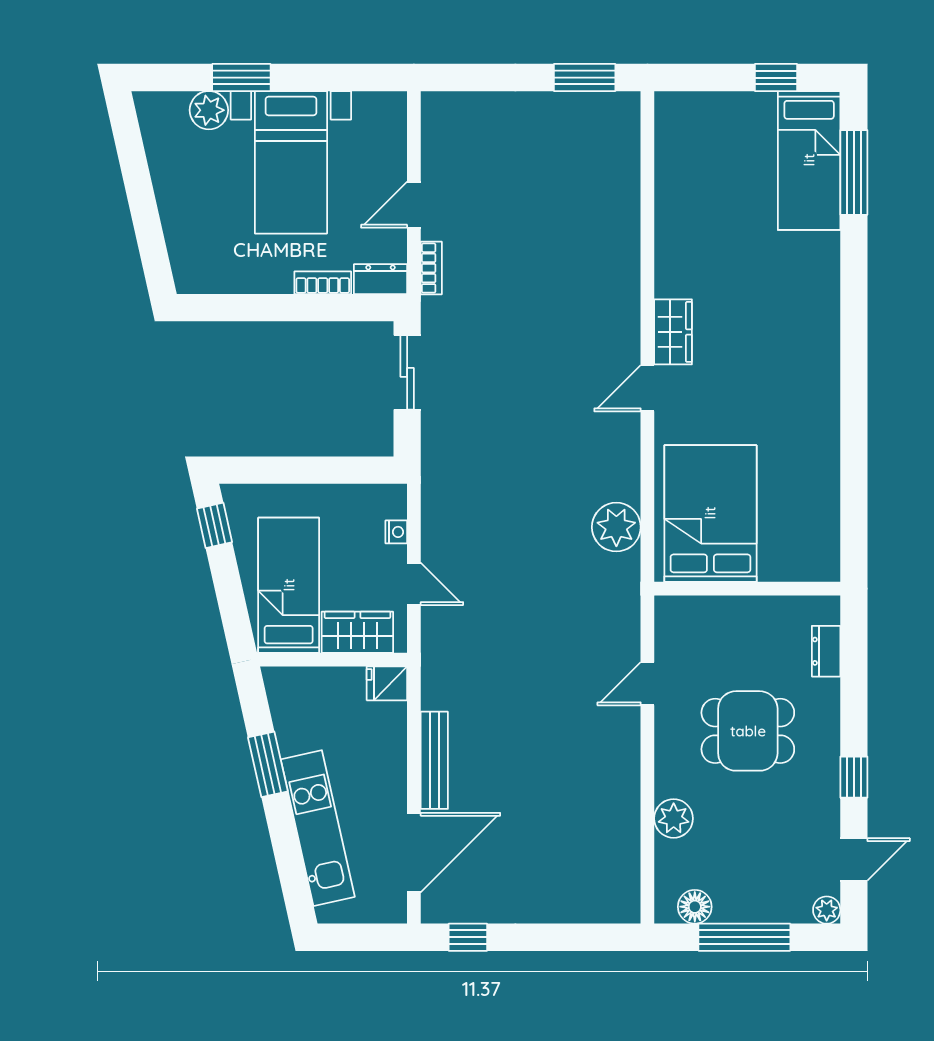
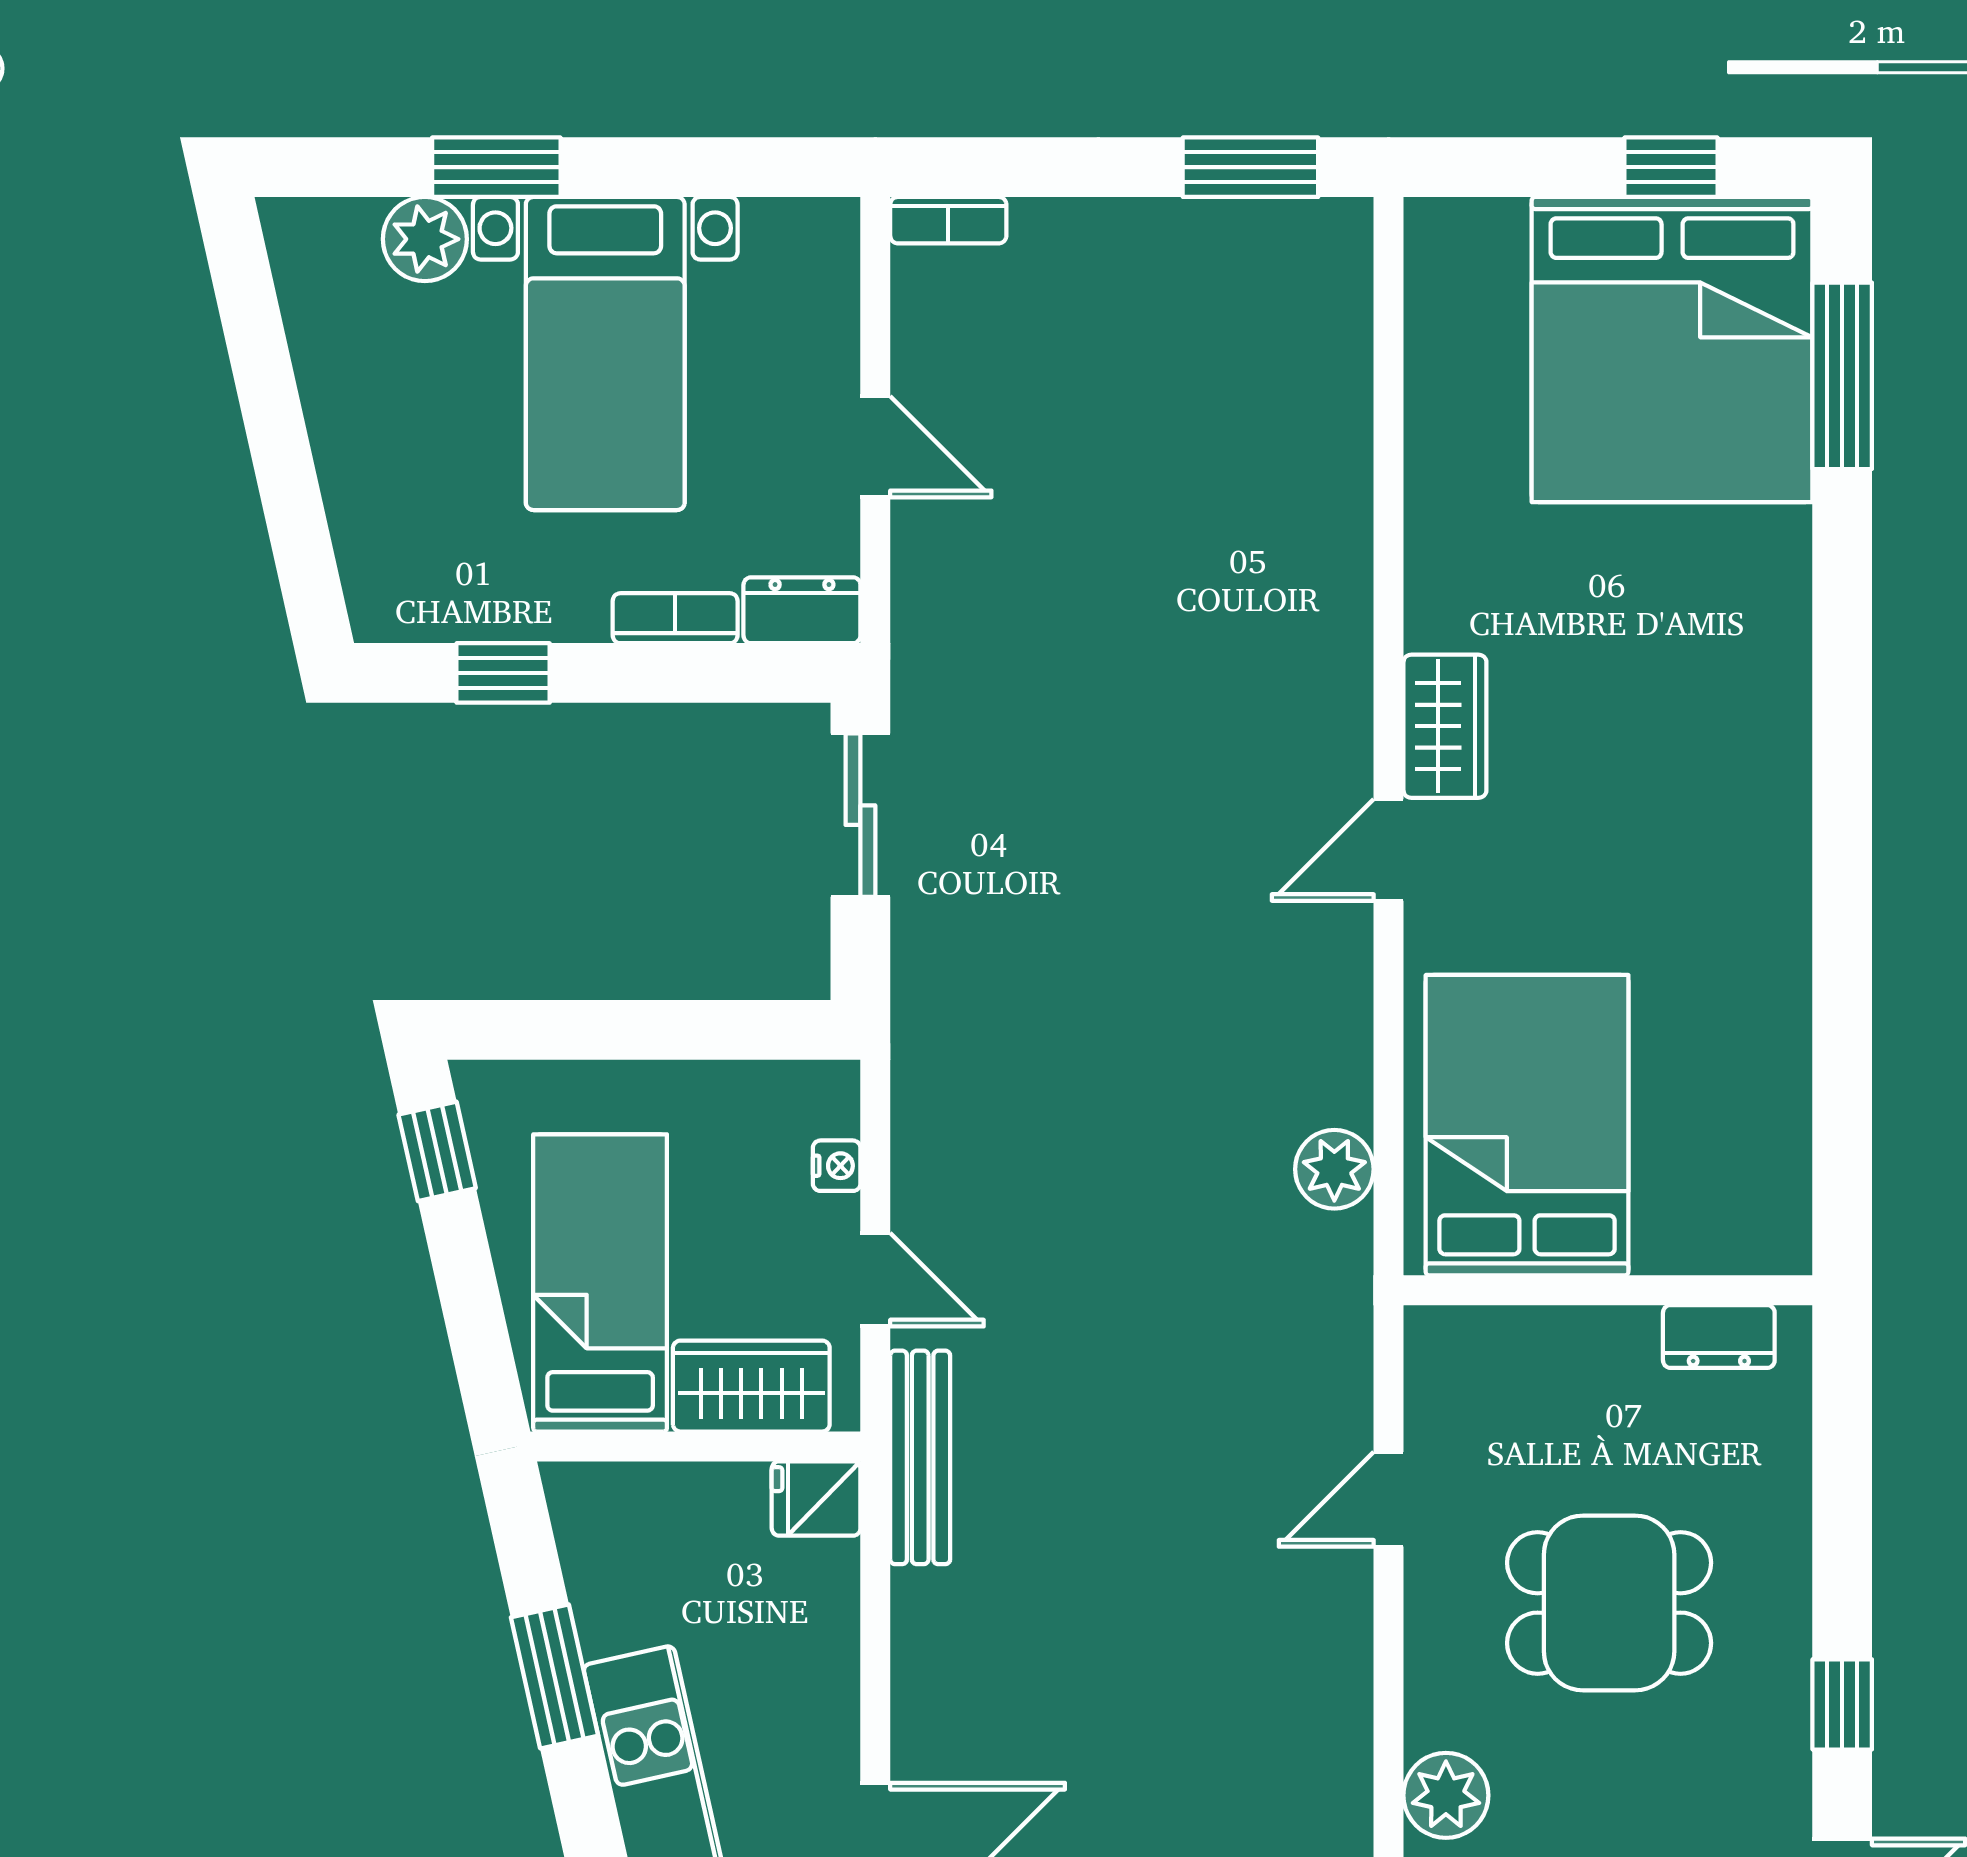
bed: (809, 160) -> (1672, 350), width x2.04
door: (414, 205) -> (875, 447), swing flipped
bookcase: (431, 268) -> (948, 220), moved, turned 90
window: (244, 308) -> (503, 673), added
plant: (616, 527) -> (1334, 1169), width x0.73, depth x0.73
dresser: (826, 651) -> (1719, 1336), moved, turned -90
bench: (434, 760) -> (920, 1457), moved

